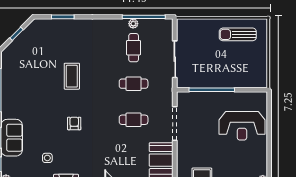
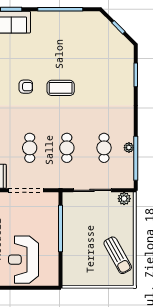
plant: (183, 28) -> (124, 199), added
sun lounger: (238, 34) -> (118, 255), turned 151
cafe table: (134, 48) -> (104, 148), turned 90
coffee table: (72, 76) -> (61, 88), moved

